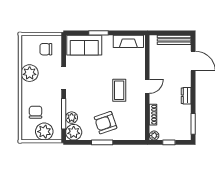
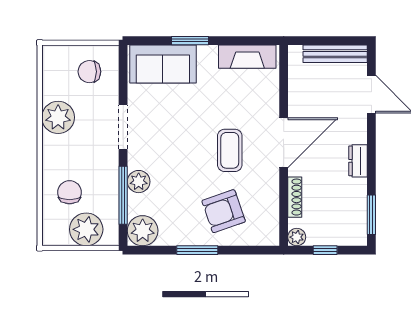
door: (147, 86) -> (284, 143), width x1.88
plant: (72, 118) -> (139, 182), moved
armchair: (106, 123) -> (224, 211), moved

